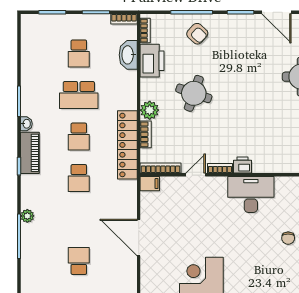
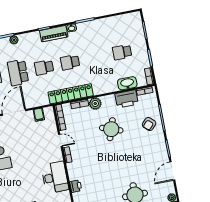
school desk: (79, 95) -> (18, 73), moved
printer: (242, 165) -> (76, 186), moved
filing cabinet: (150, 184) -> (39, 115), moved

